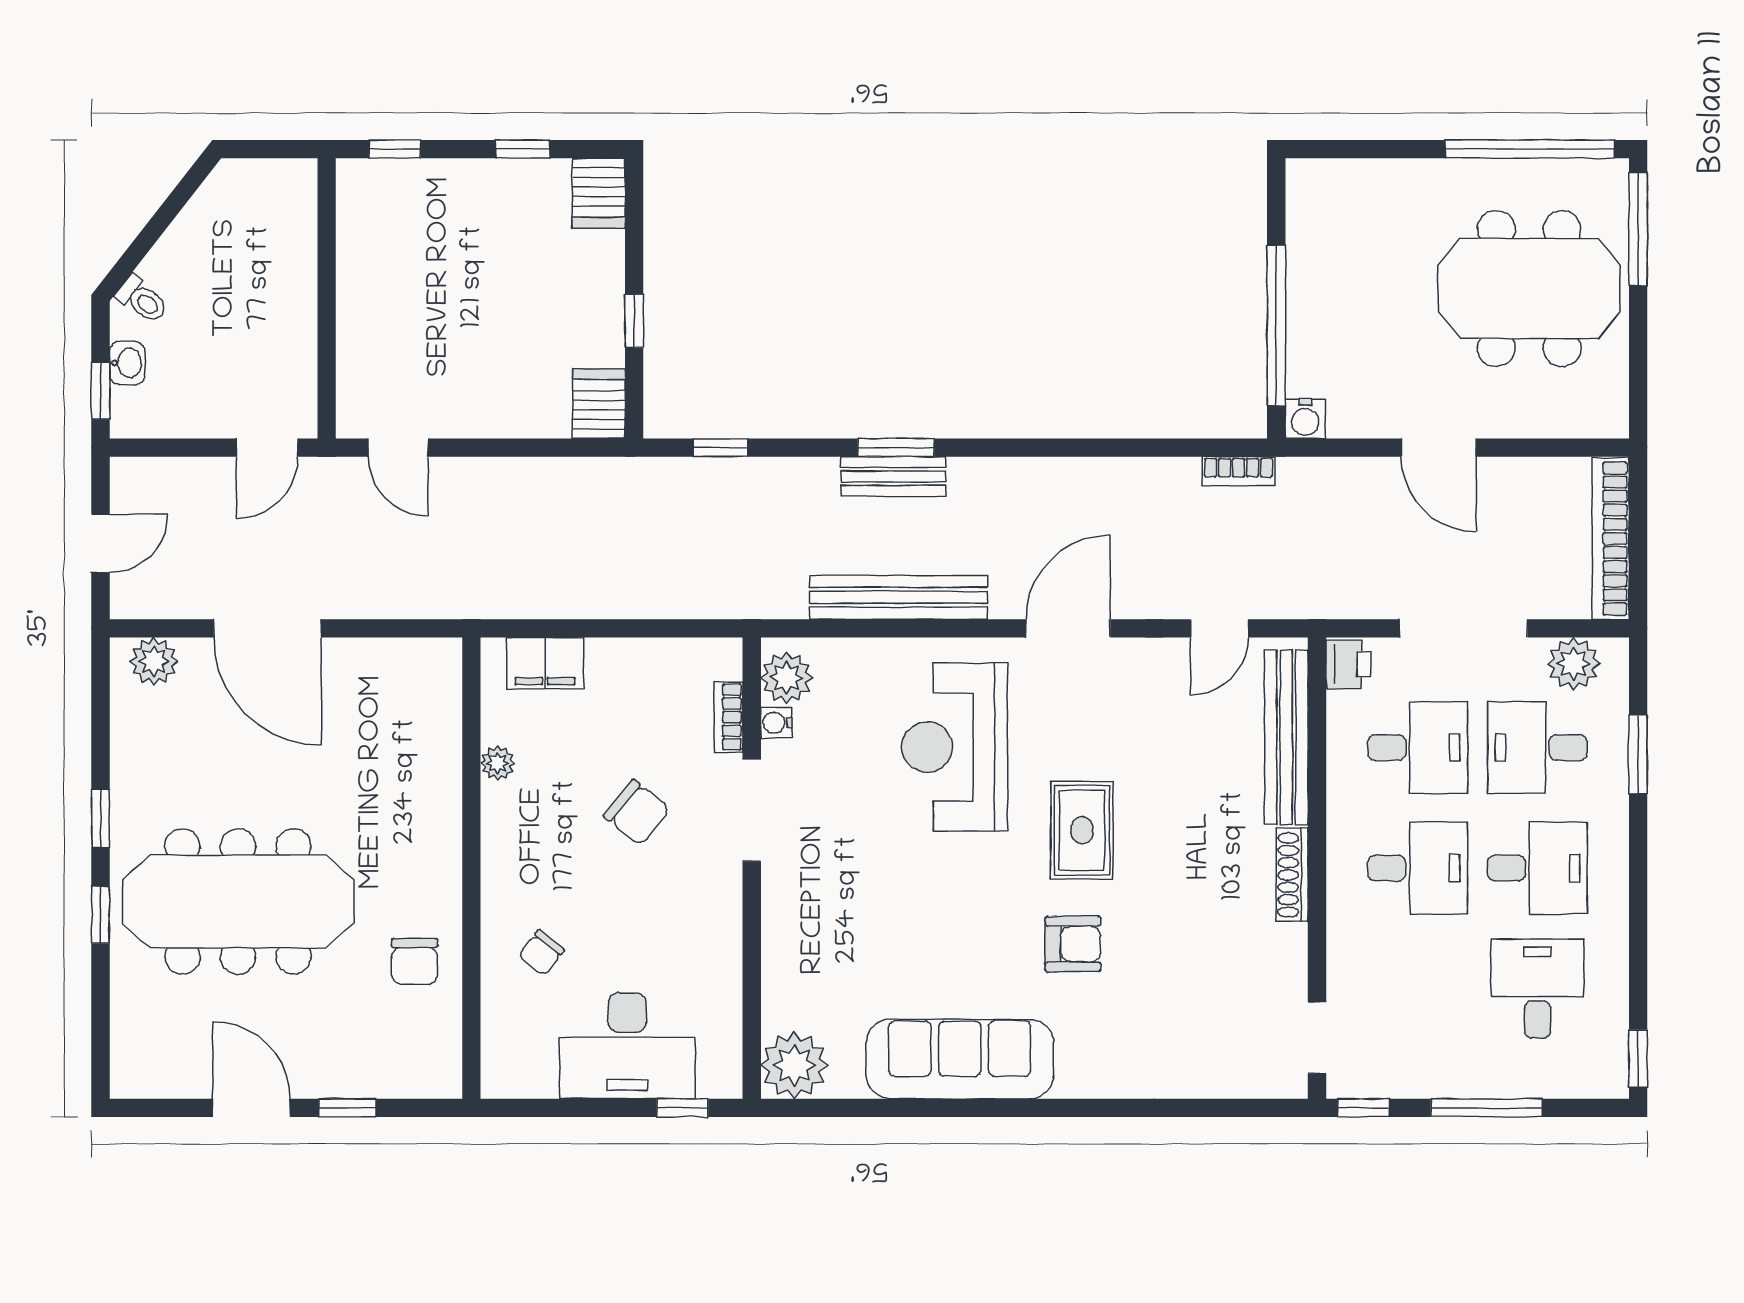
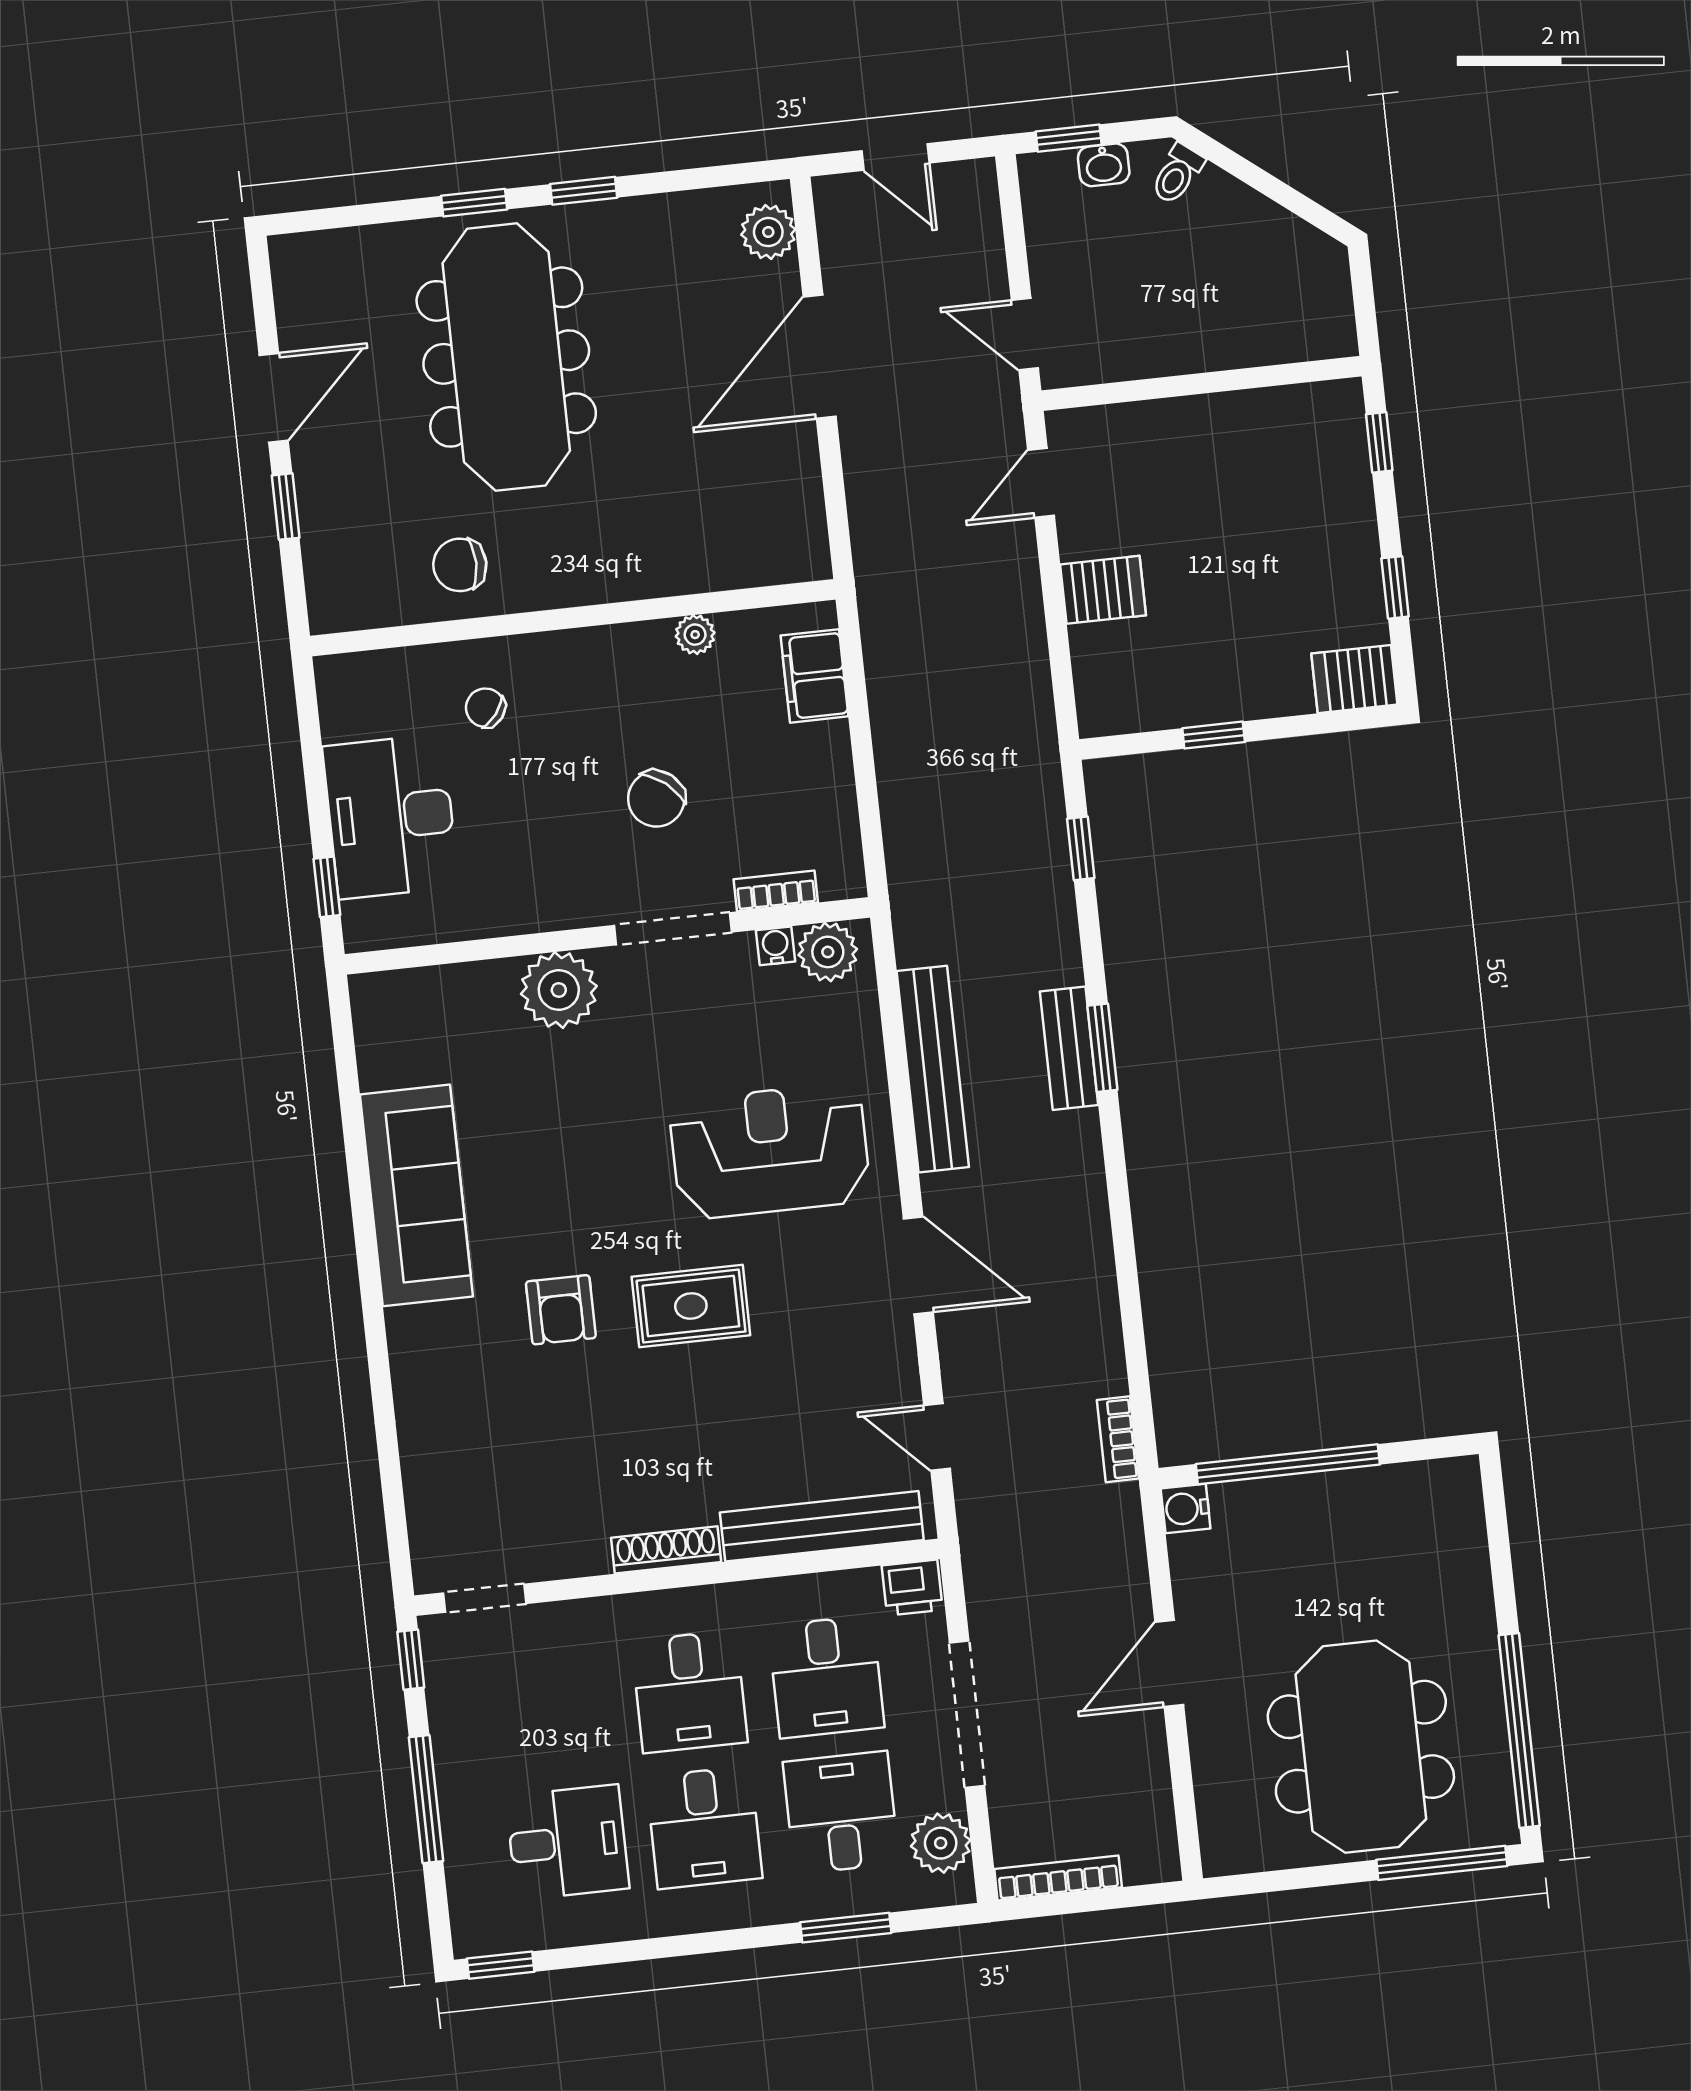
server rack: (599, 404) -> (1103, 590), moved
bookcase: (1611, 538) -> (1058, 1878), width x0.68, depth x0.76
plant: (794, 1065) -> (559, 990), moved

